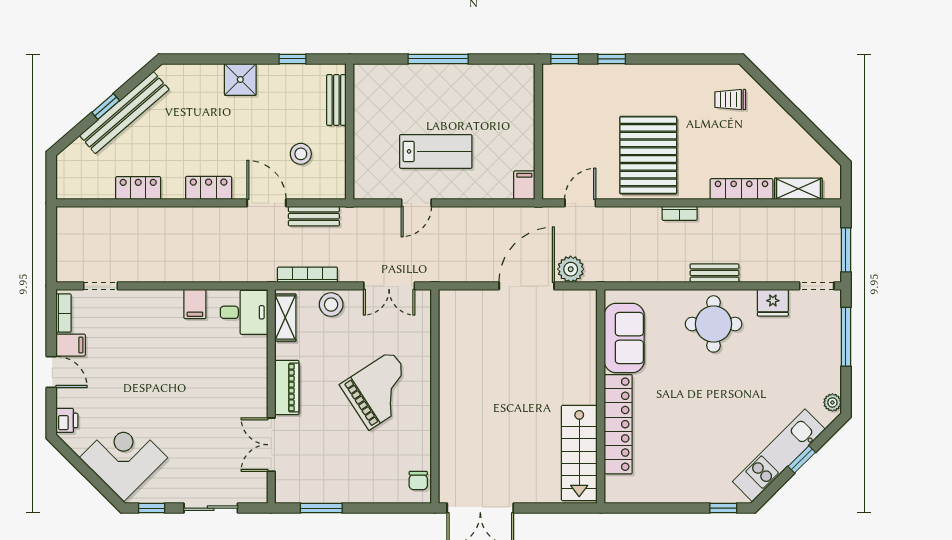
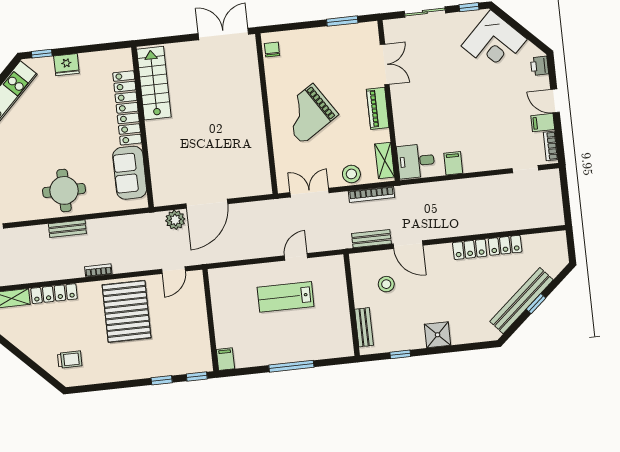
filing cabinet: (524, 185) -> (225, 359), moved, turned 180
locker: (209, 188) -> (470, 249), moved
fridge: (773, 303) -> (66, 65), moved, turned 180

